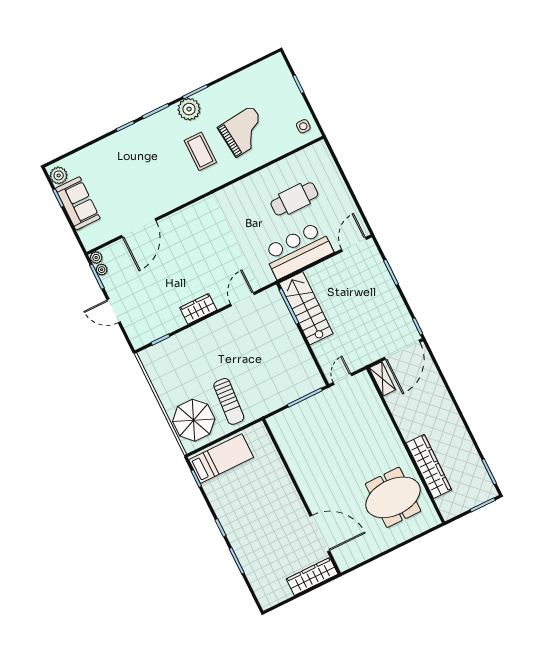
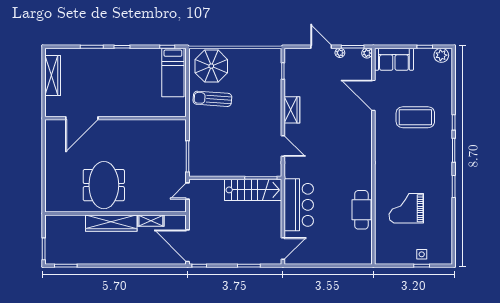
plant: (189, 109) -> (443, 176), removed
side table: (303, 126) -> (422, 254), moved
grand piano: (244, 132) -> (406, 208), turned 96
coffee table: (200, 151) -> (415, 117), moved, width x1.36, depth x1.32
cafe table: (294, 199) -> (361, 210), moved
sofa: (78, 203) -> (394, 59), moved
door: (354, 244) -> (283, 248), hinge flipped
plant: (102, 270) -> (340, 53), moved
door: (114, 311) -> (321, 47), hinge flipped
door: (342, 379) -> (188, 191), swing flipped
shelving: (382, 379) -> (151, 221), moved
wardrobe: (429, 466) -> (111, 223), moved
meeting table: (393, 497) -> (104, 185), moved
wardrobe: (312, 577) -> (53, 76), moved

